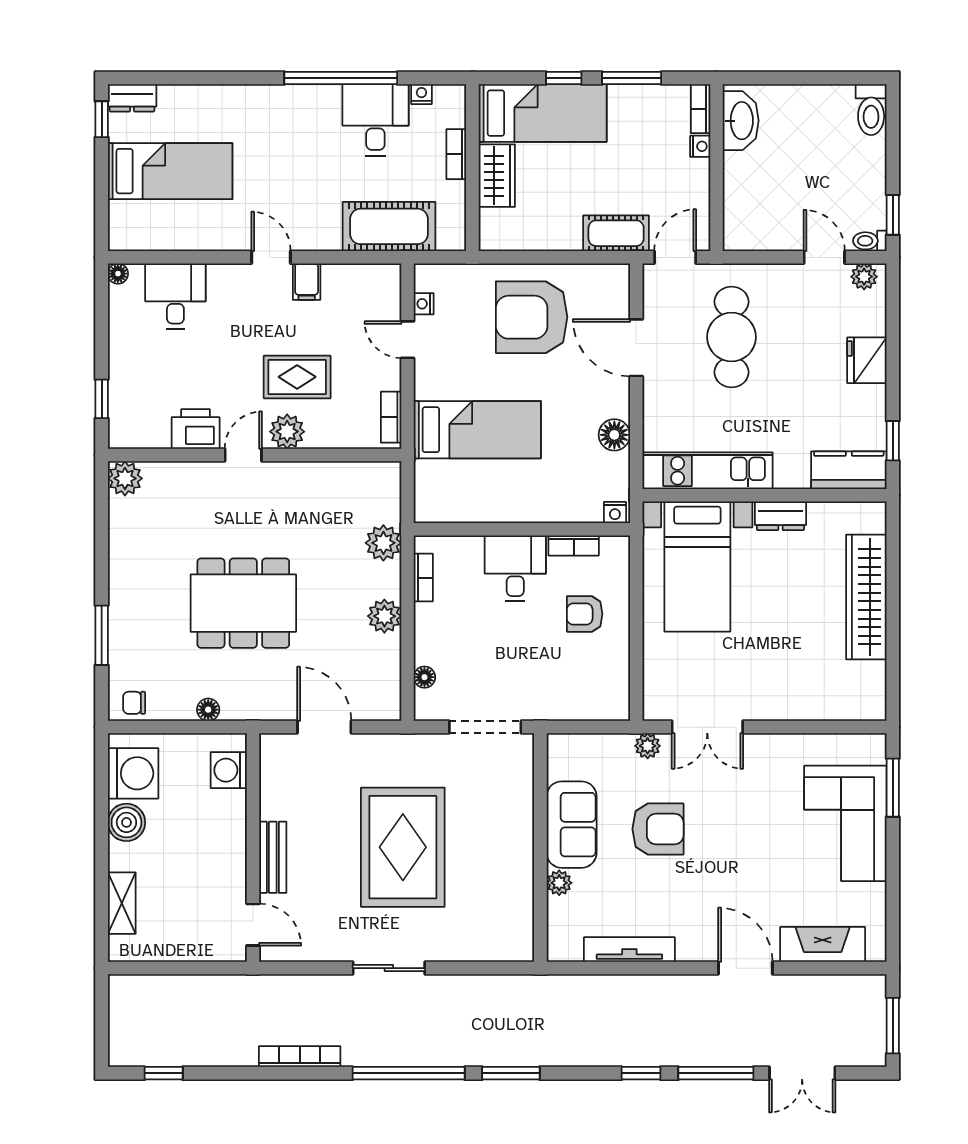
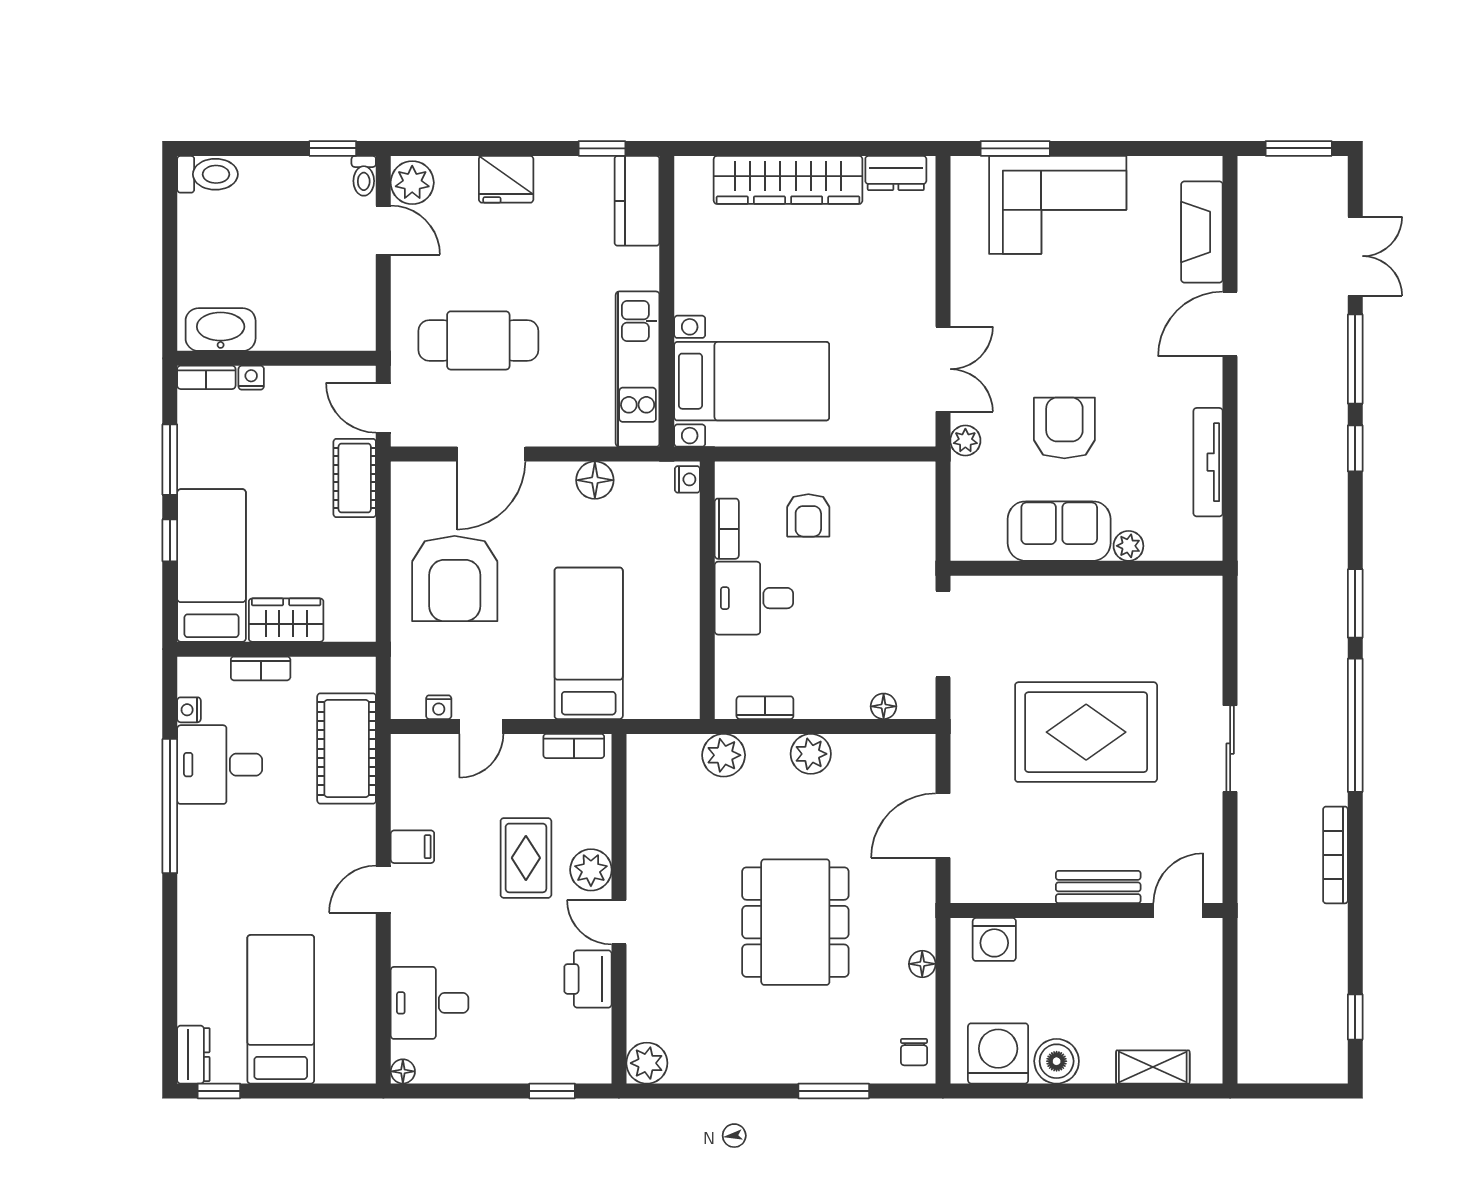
door: (824, 257) -> (383, 230), swing flipped
plant: (864, 277) -> (412, 183), width x1.38, depth x1.38
dresser: (780, 516) -> (896, 173), moved, turned 90

